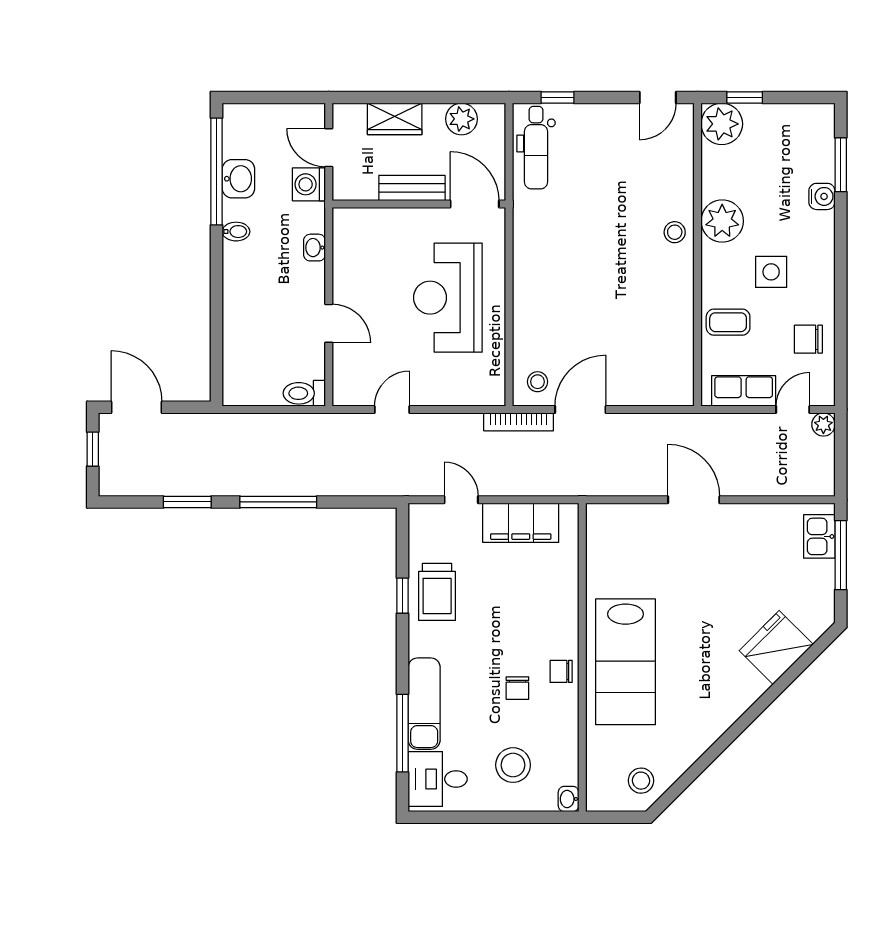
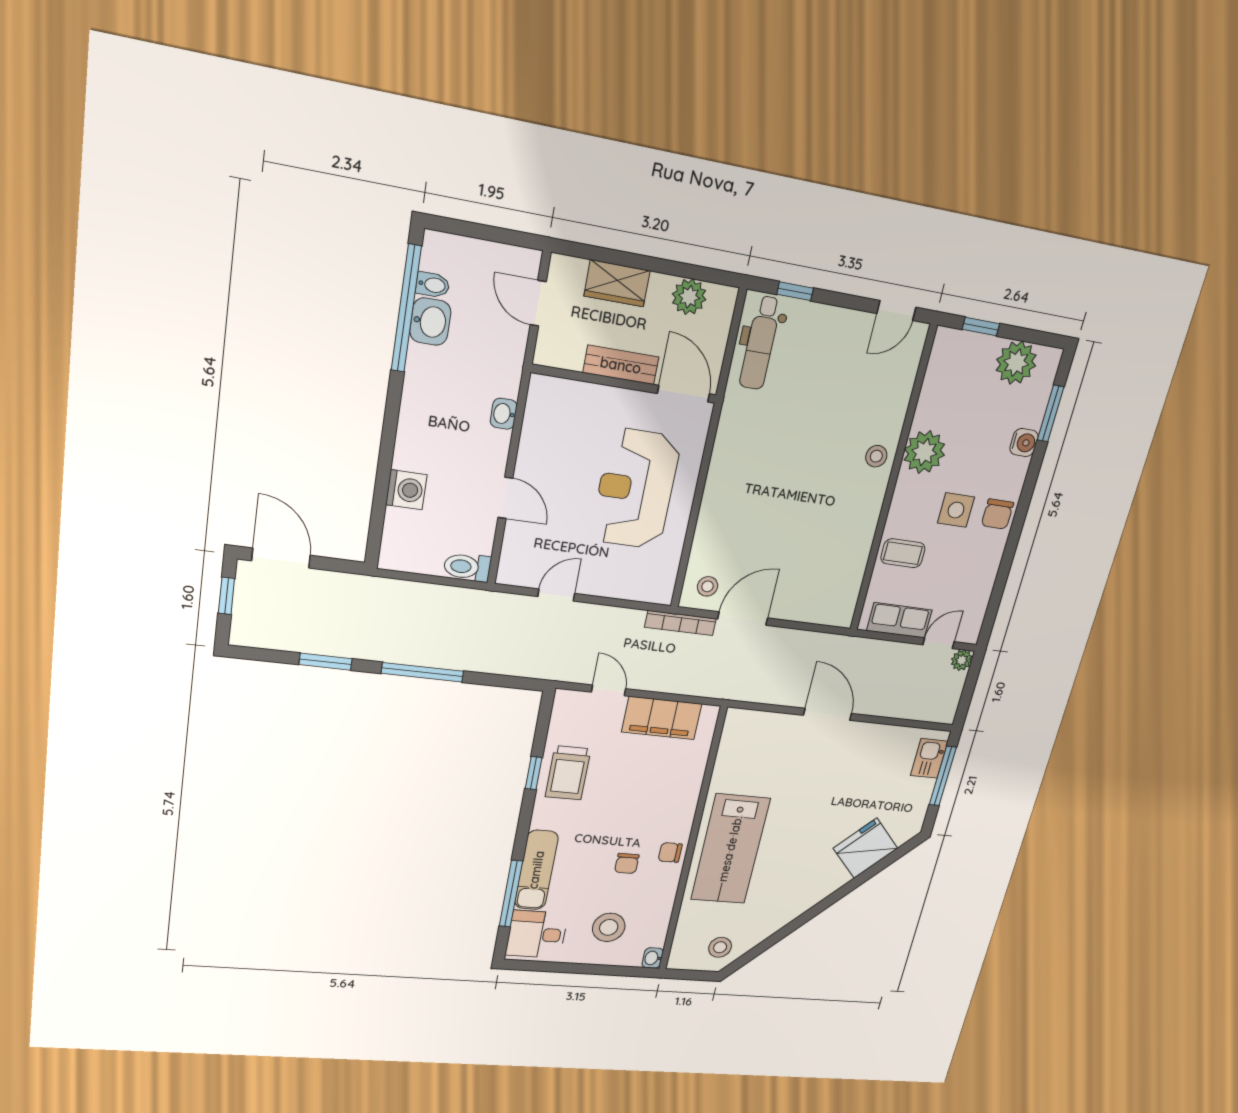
plant: (722, 124) -> (1016, 363), moved
washing machine: (309, 184) -> (406, 490), moved, turned 180
bidet: (236, 232) -> (433, 285), moved
chair: (808, 339) -> (997, 514), moved, turned -90

